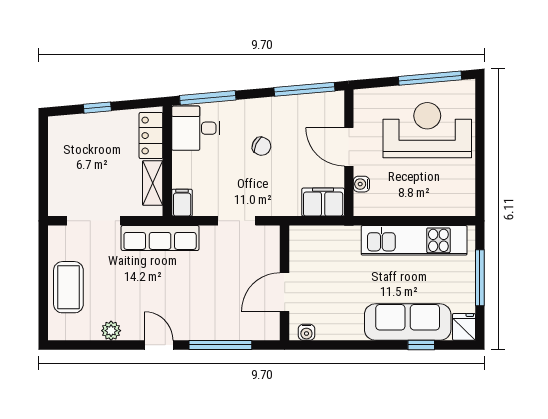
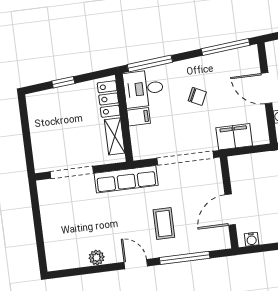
filing cabinet: (323, 202) -> (234, 137), moved
filing cabinet: (182, 203) -> (139, 117), moved, turned 90
doorway: (237, 221) -> (185, 158), width x1.87
coffee table: (68, 287) -> (164, 224), moved, width x0.73, depth x0.77

